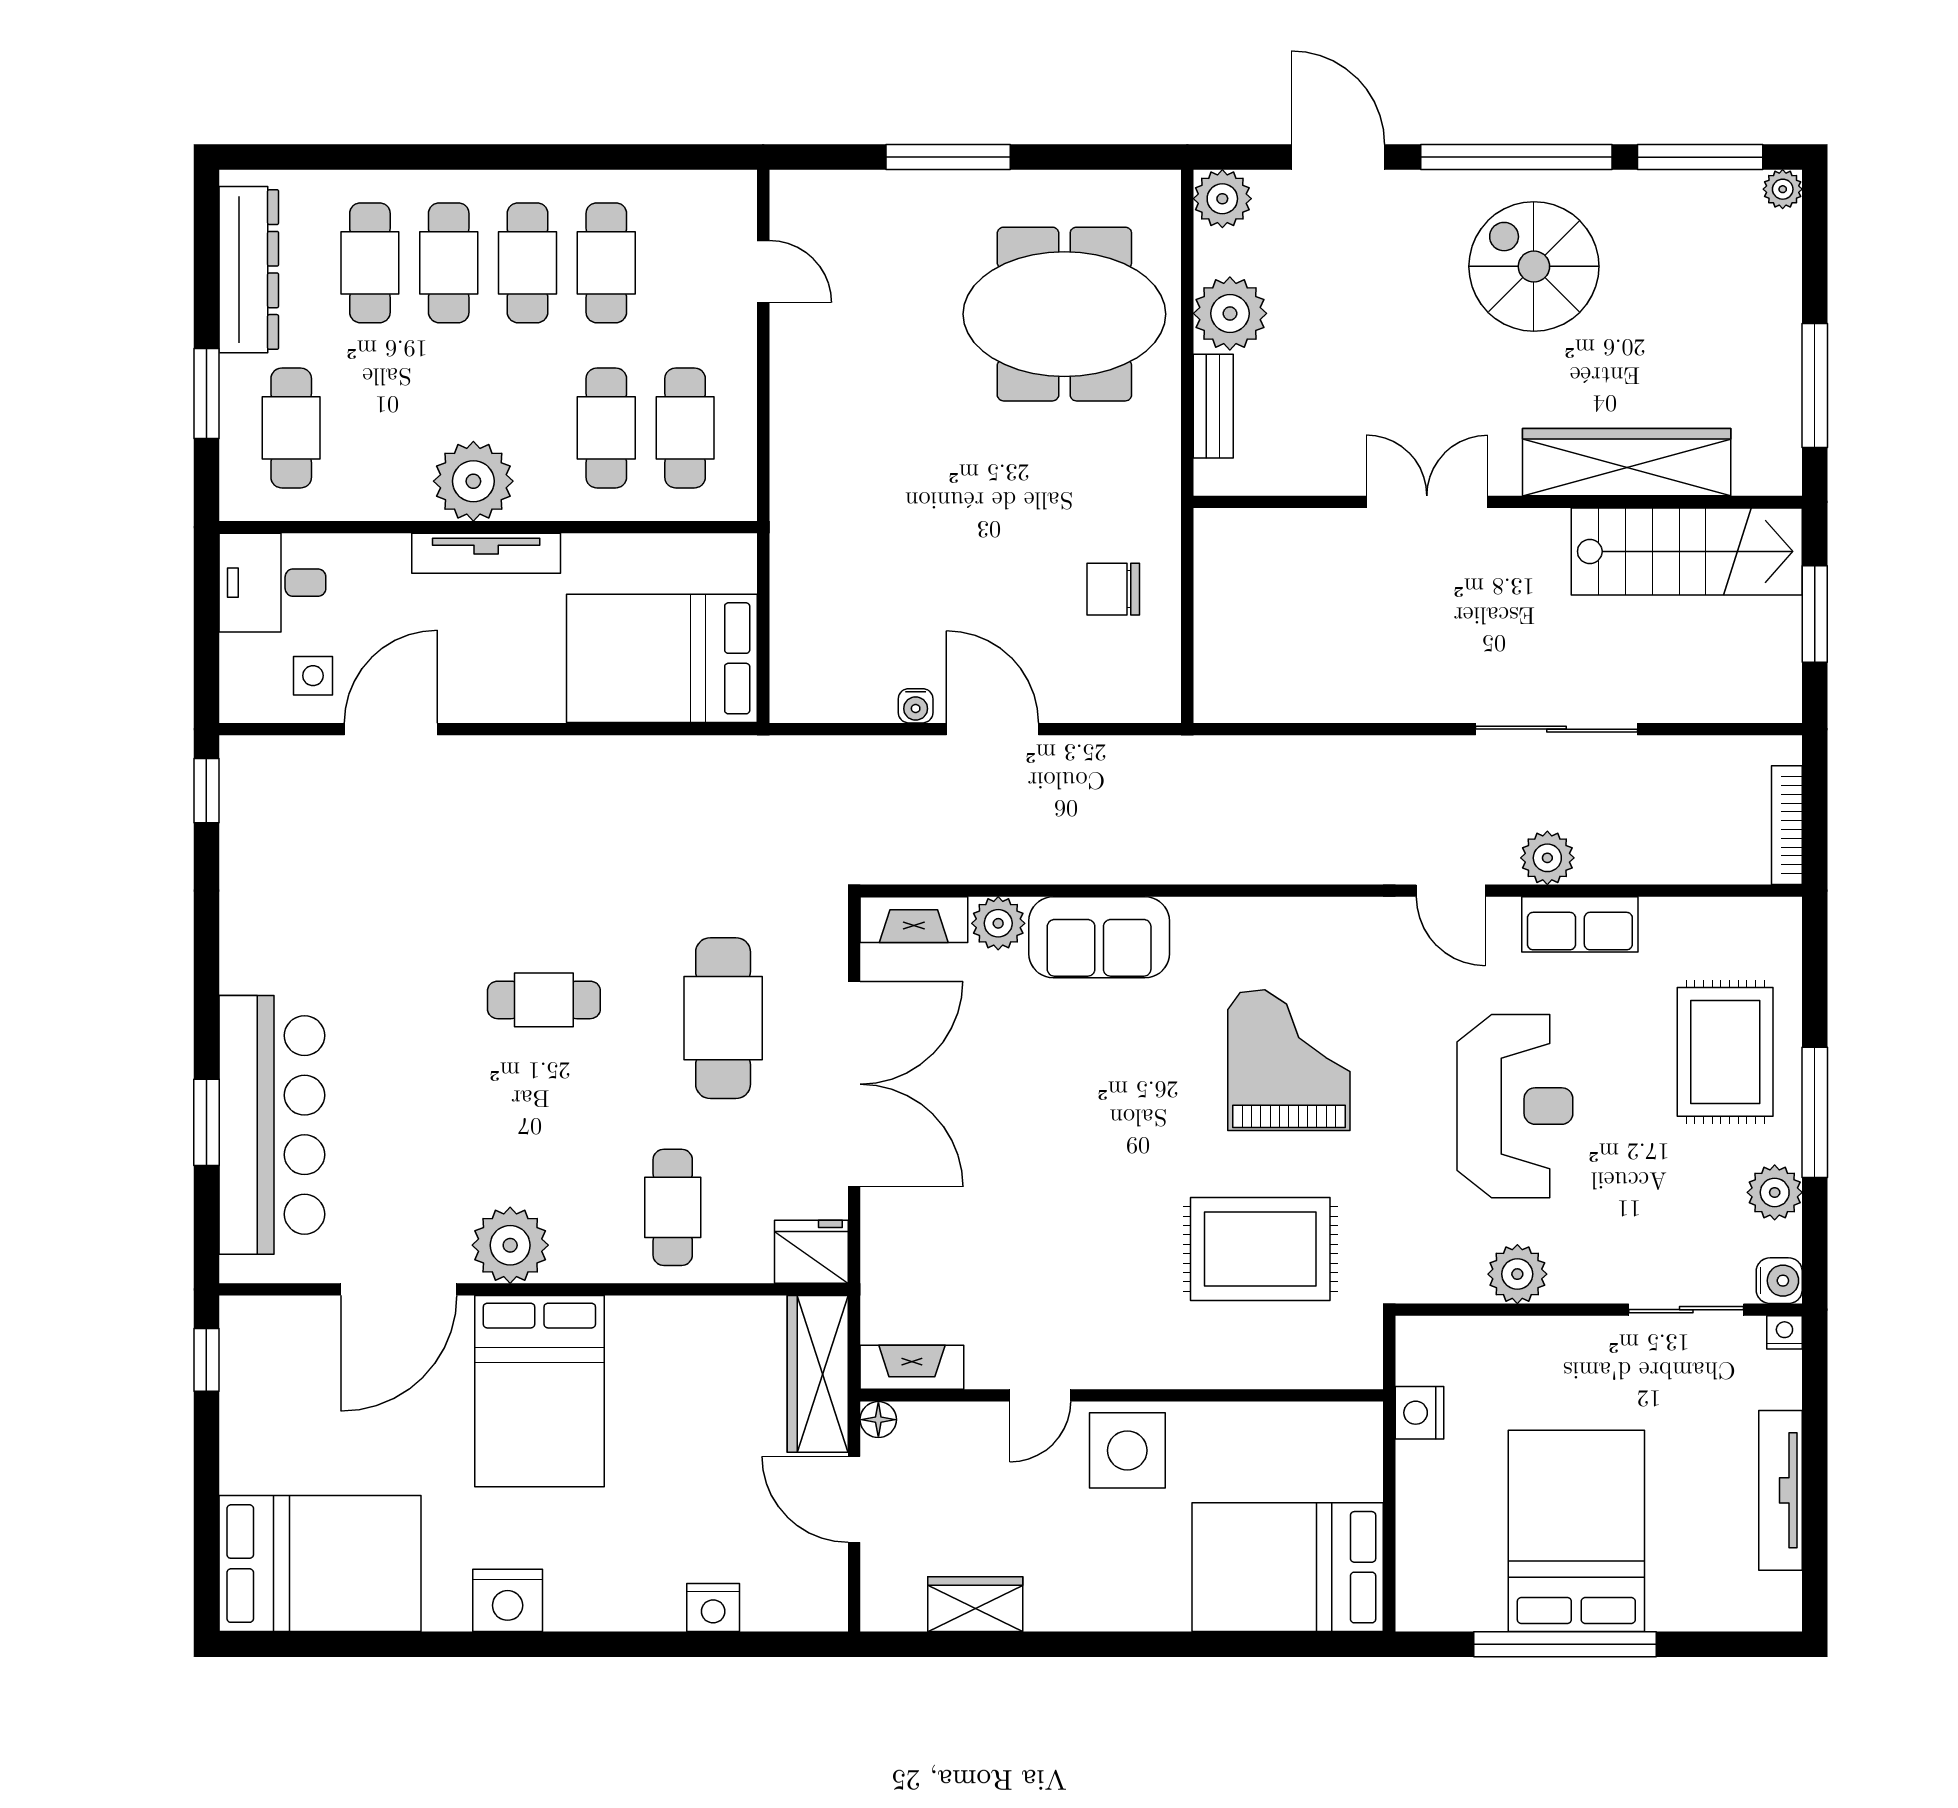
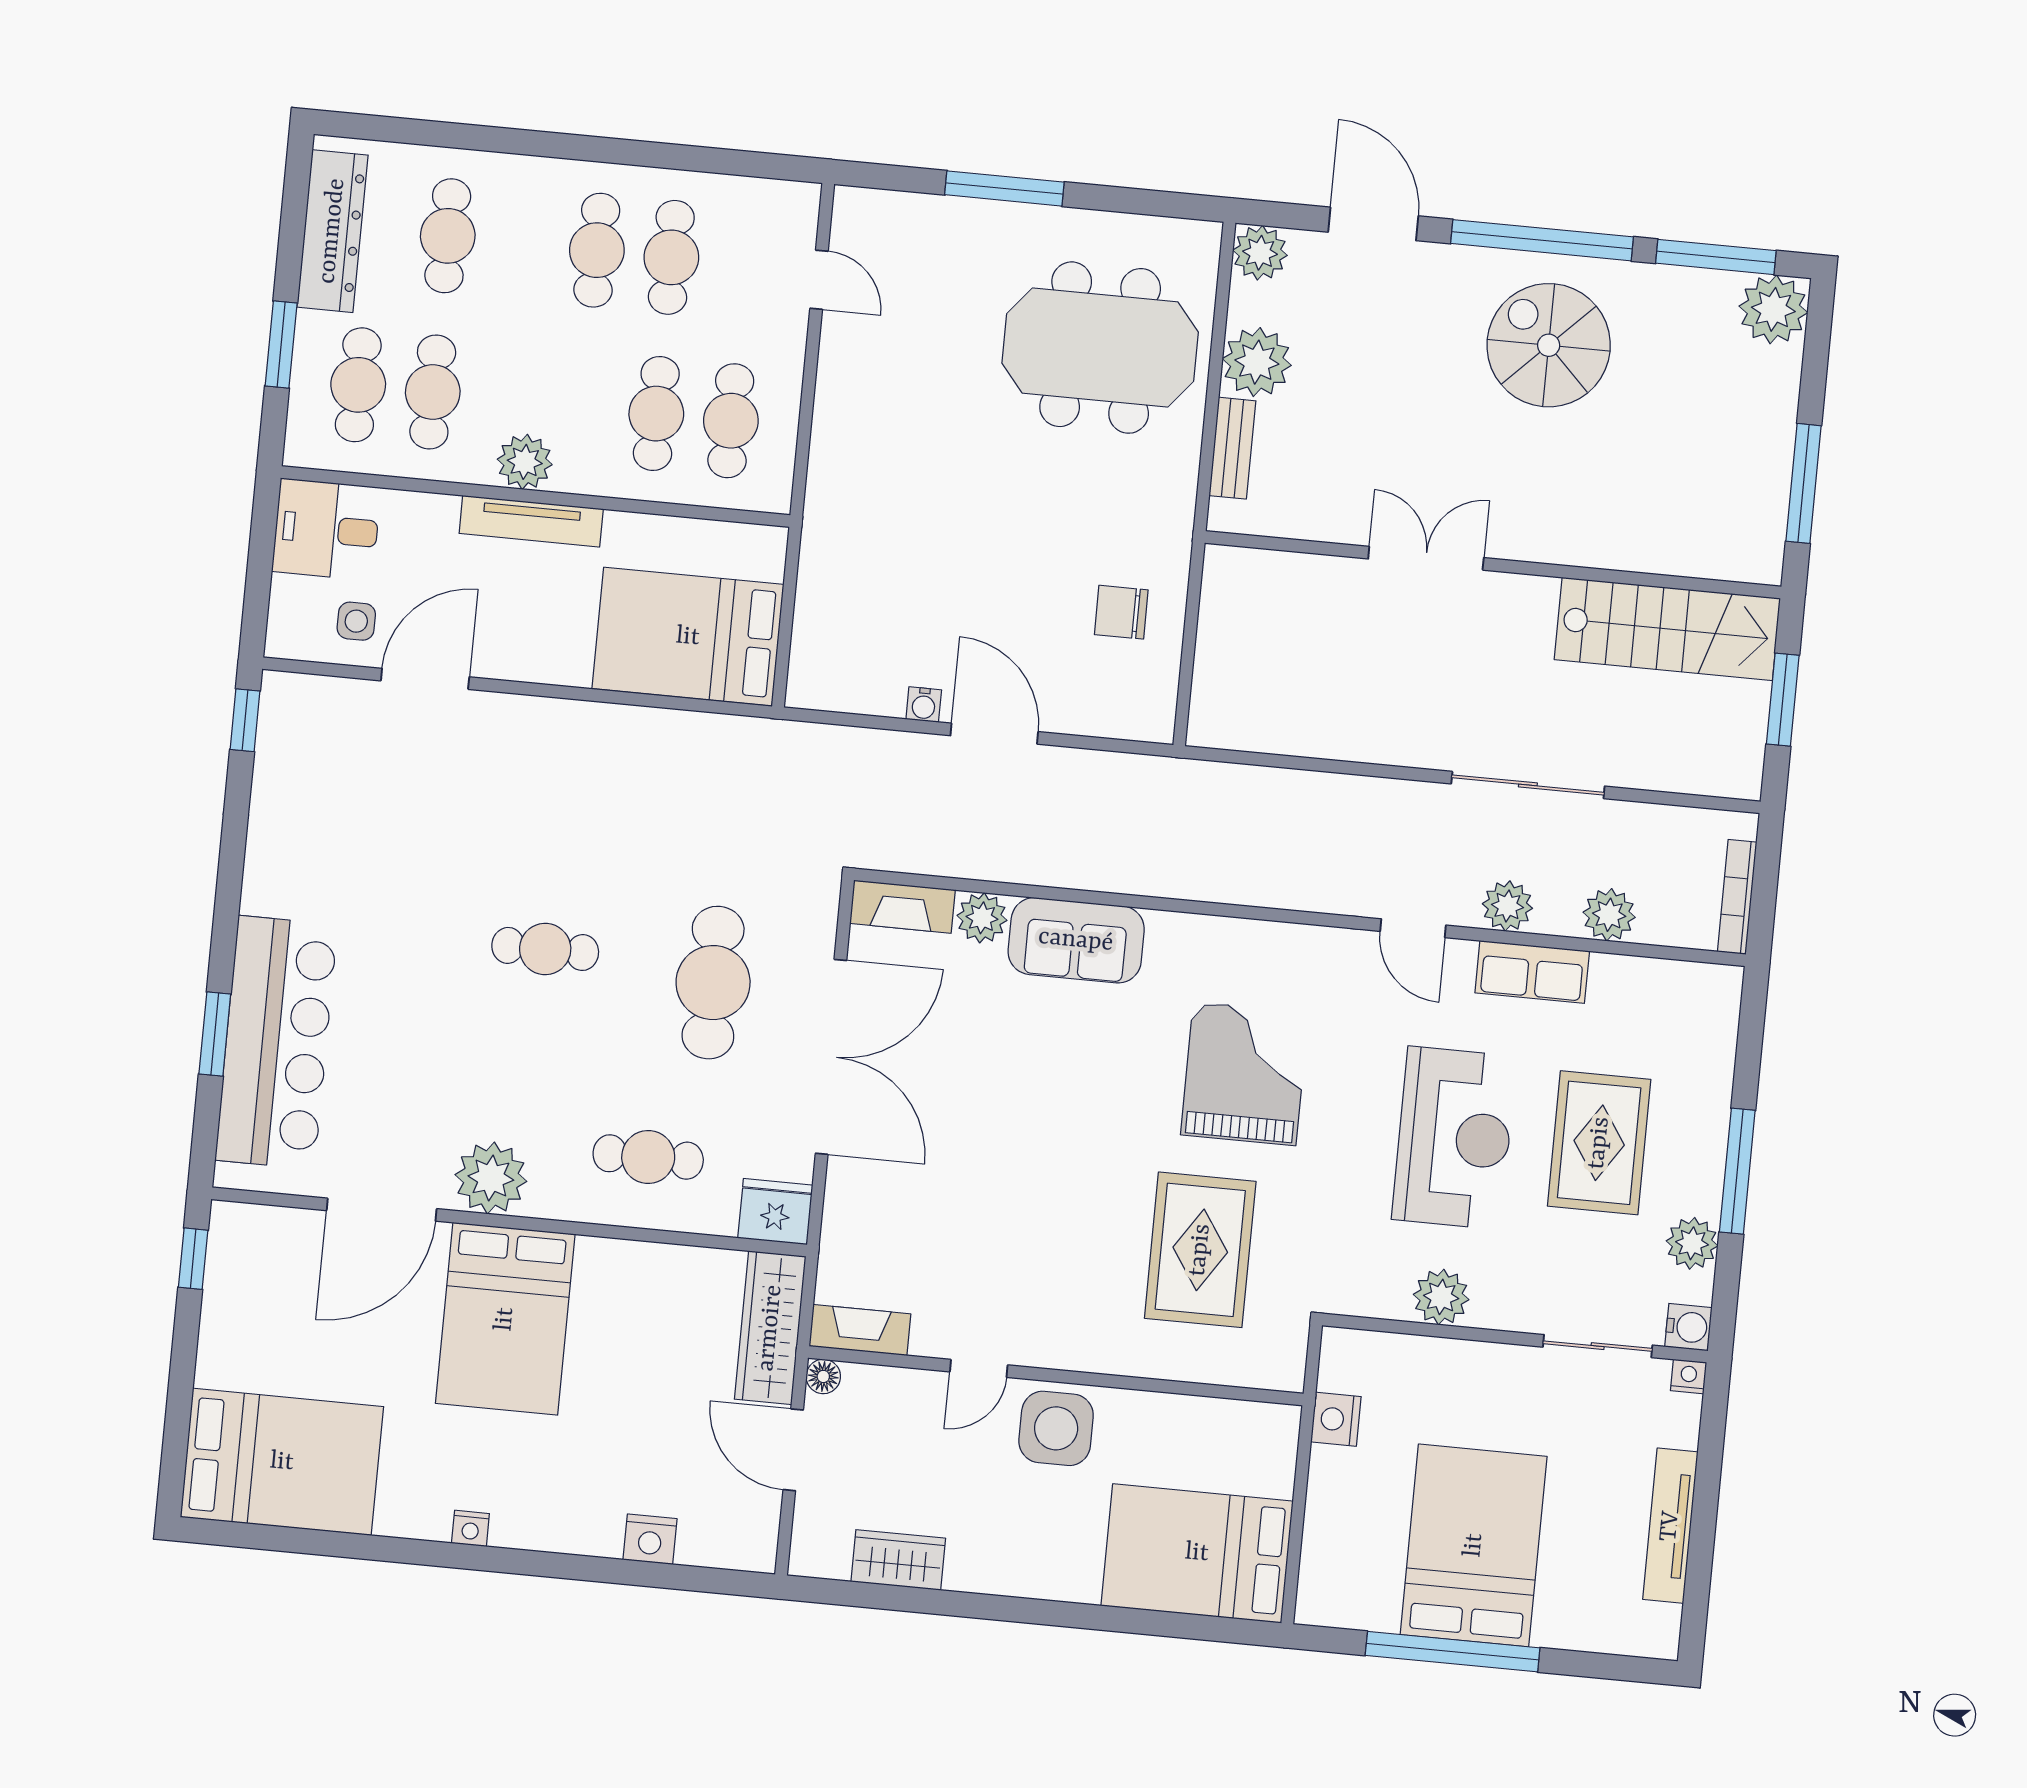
plant: (1783, 189) -> (1773, 309), width x1.88, depth x1.88
cafe table: (449, 263) -> (433, 392), moved
wardrobe: (1627, 462) -> (1618, 539), removed
plant: (473, 481) -> (525, 462), width x0.73, depth x0.73
plant: (1655, 857) -> (1609, 915), added
rug: (1725, 1052) -> (1599, 1143), moved
cafe table: (673, 1207) -> (648, 1157), turned 90
rug: (1260, 1249) -> (1200, 1250), turned 90
nightstand: (508, 1600) -> (470, 1528), width x0.53, depth x0.56

